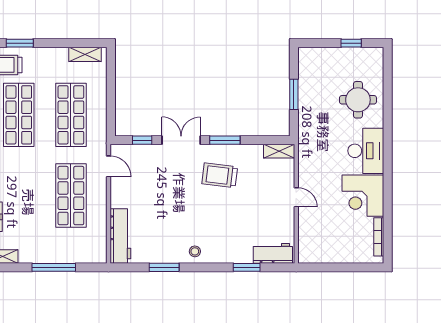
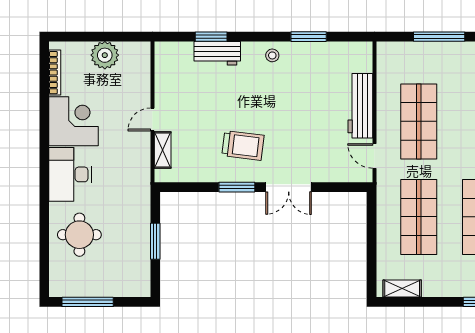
window: (351, 43) -> (88, 302), width x2.17
window: (142, 140) -> (335, 187), removed
shelving: (279, 151) -> (163, 150), moved, turned 90
door: (296, 197) -> (152, 119), hinge flipped
workbench: (120, 236) -> (360, 106), moved
plant: (337, 252) -> (105, 55), added
workbench: (273, 253) -> (217, 53), moved

